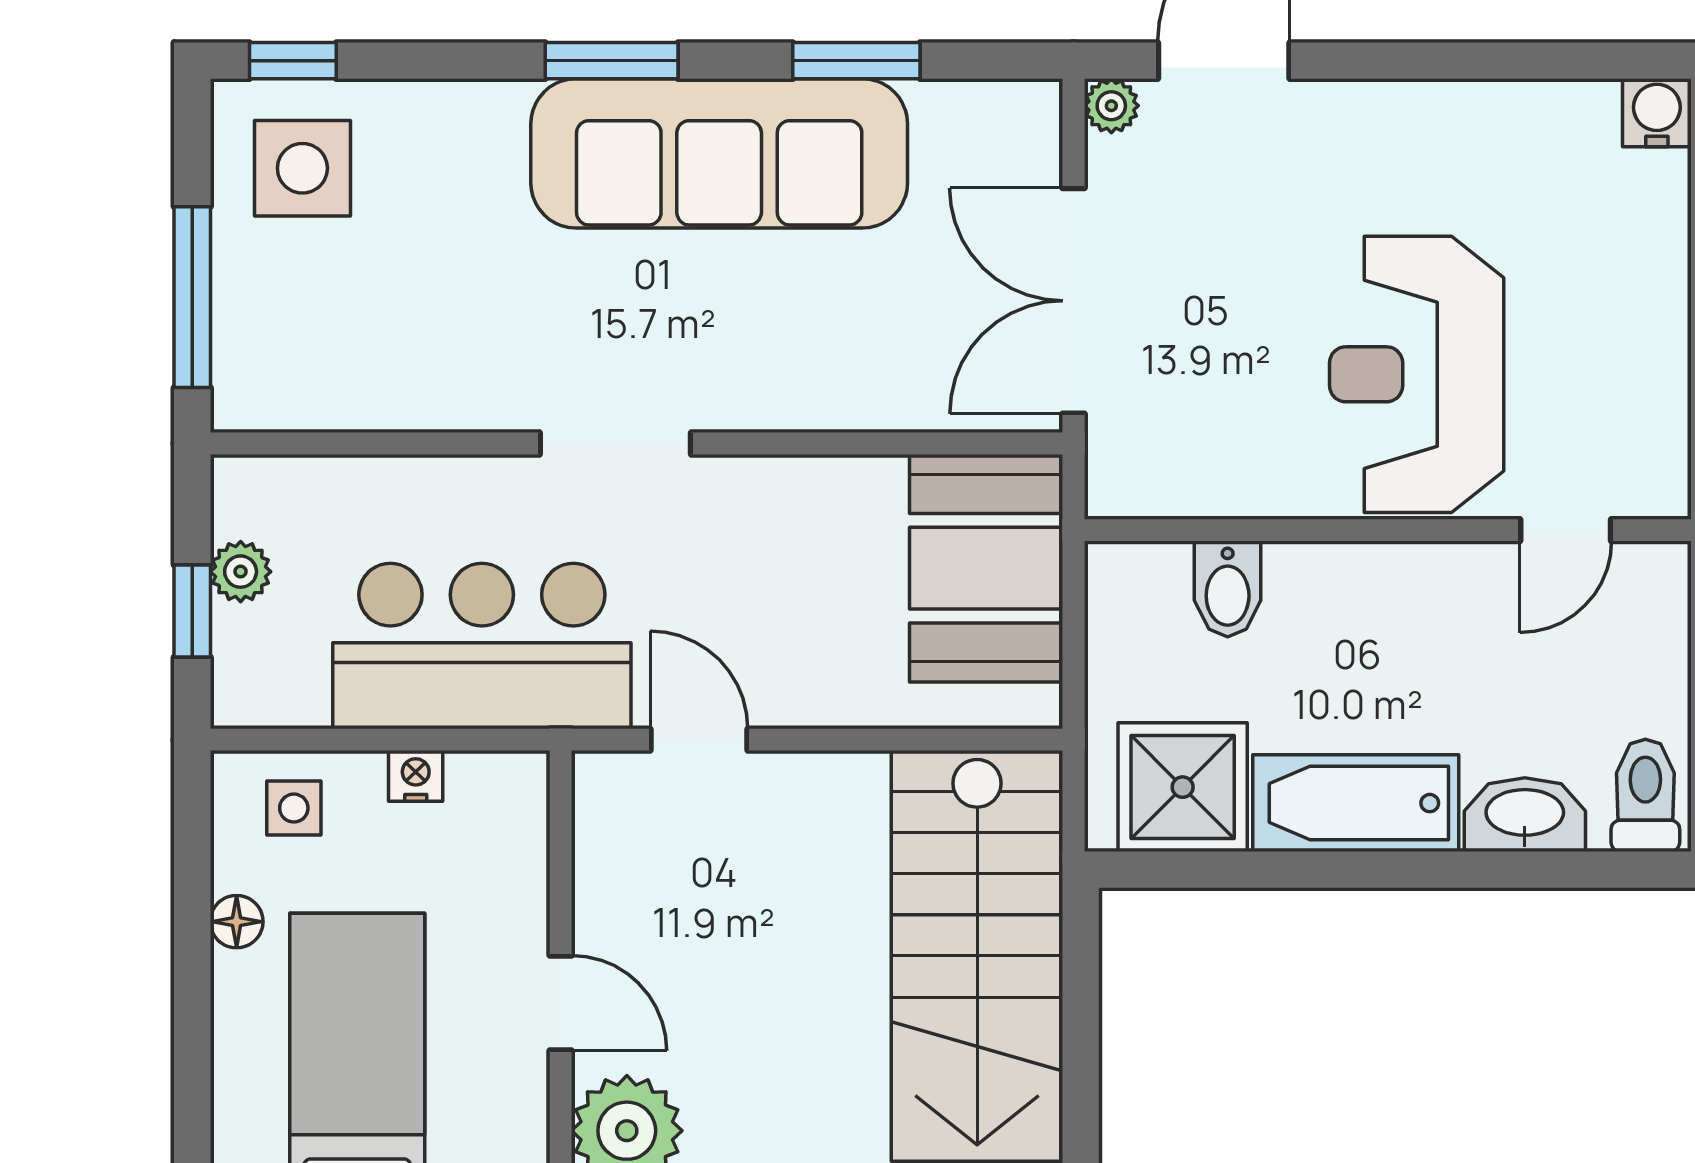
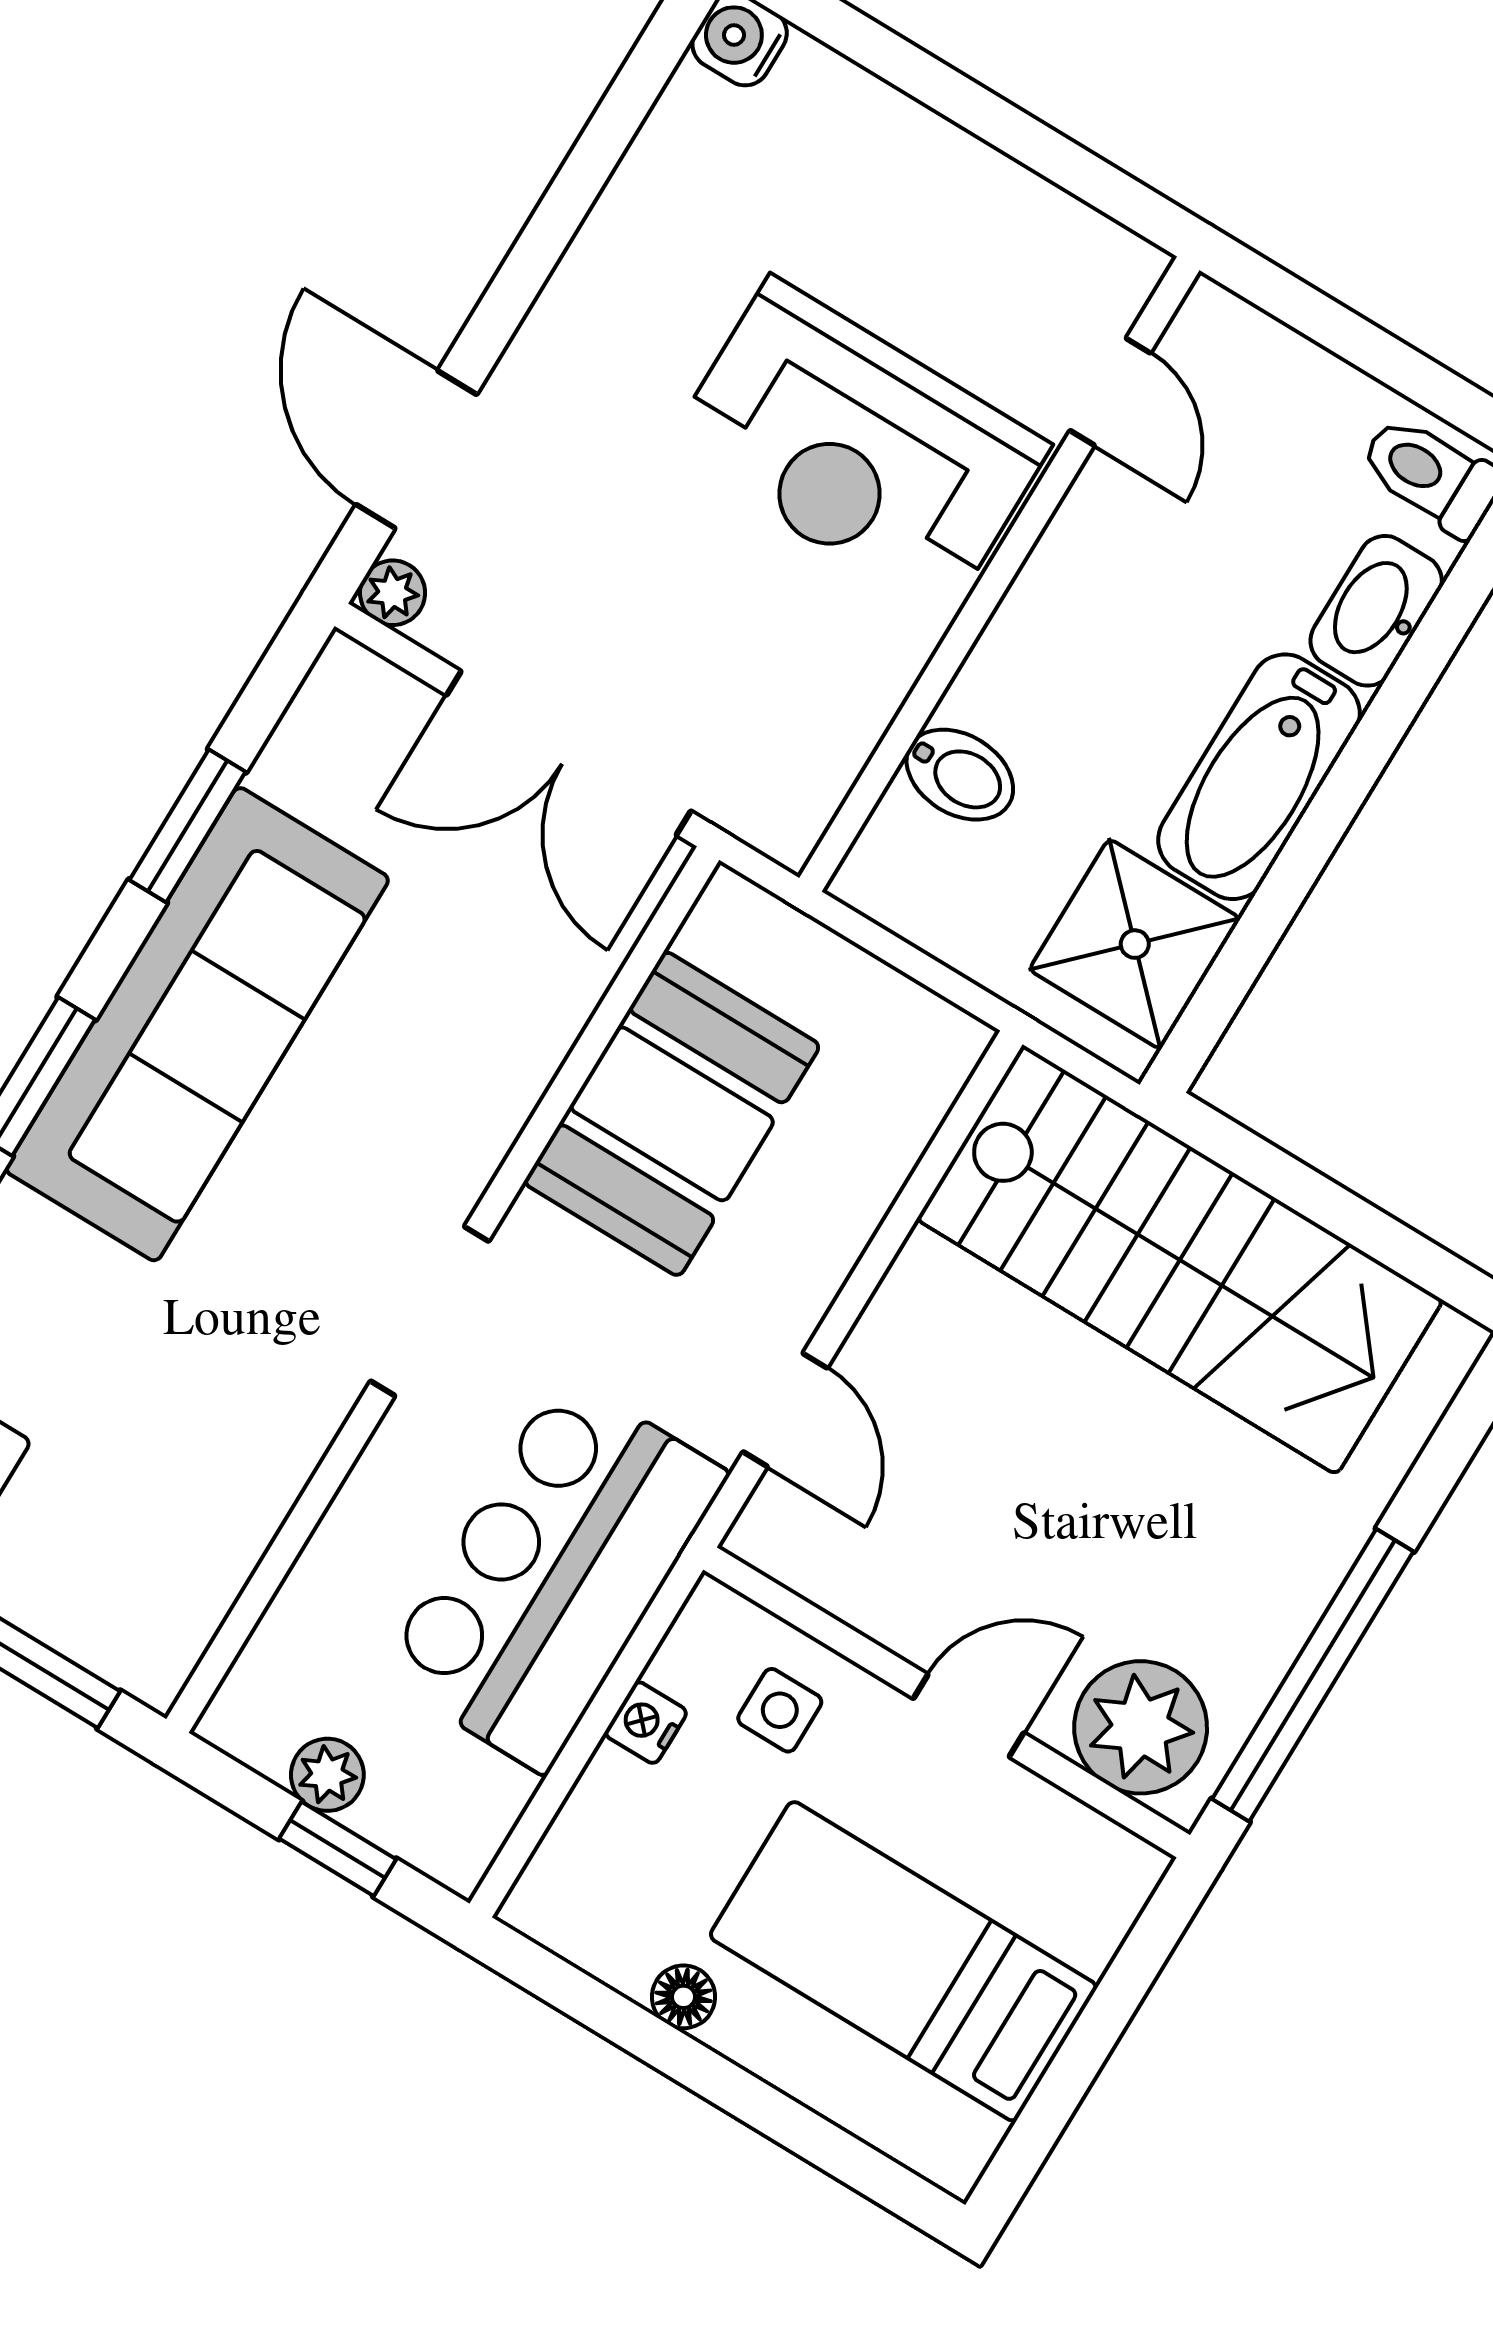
booth: (986, 568) -> (672, 1114), moved, turned 90
door: (699, 740) -> (785, 1410), swing flipped
side table: (294, 808) -> (780, 1710), moved

